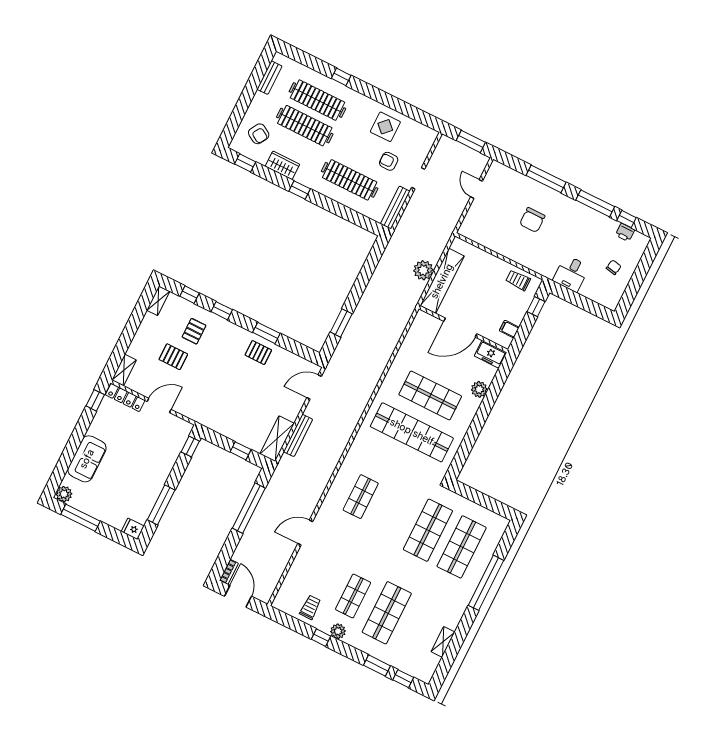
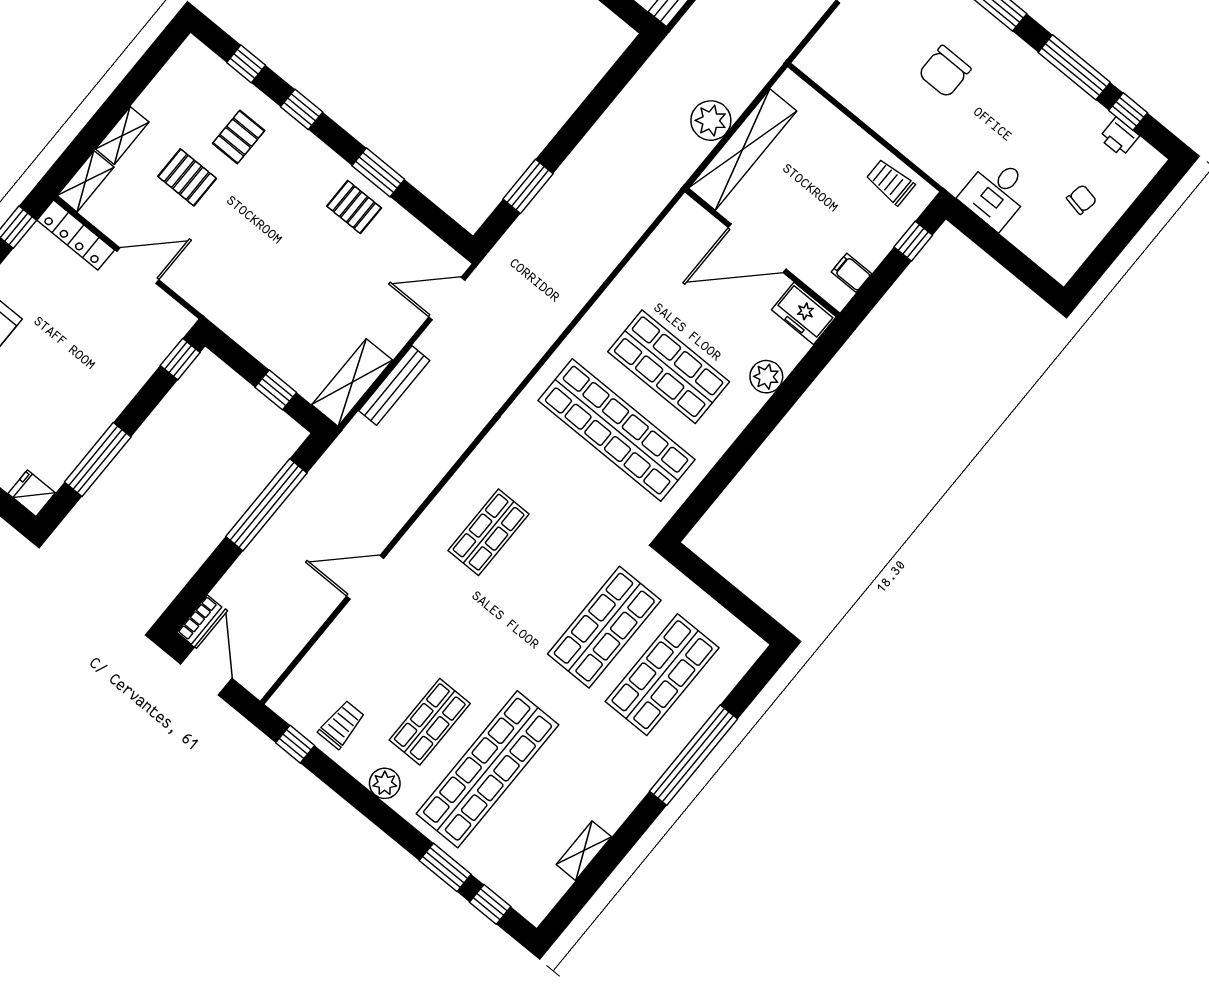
shelving: (158, 301) -> (122, 136), moved
shop shelf: (387, 613) -> (488, 769), width x1.40
window: (321, 638) -> (295, 744), moved

